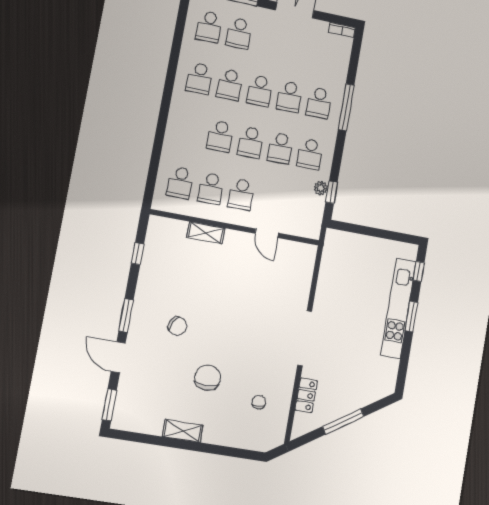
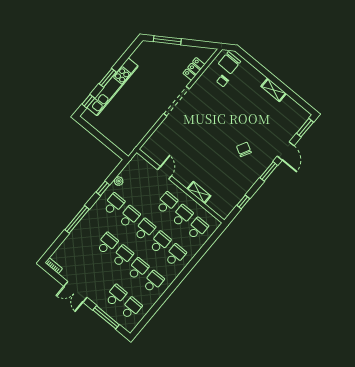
school desk: (319, 103) -> (175, 255), moved
window: (332, 192) -> (103, 188), moved
chair: (208, 378) -> (229, 63), moved
window: (343, 421) -> (167, 40), moved

